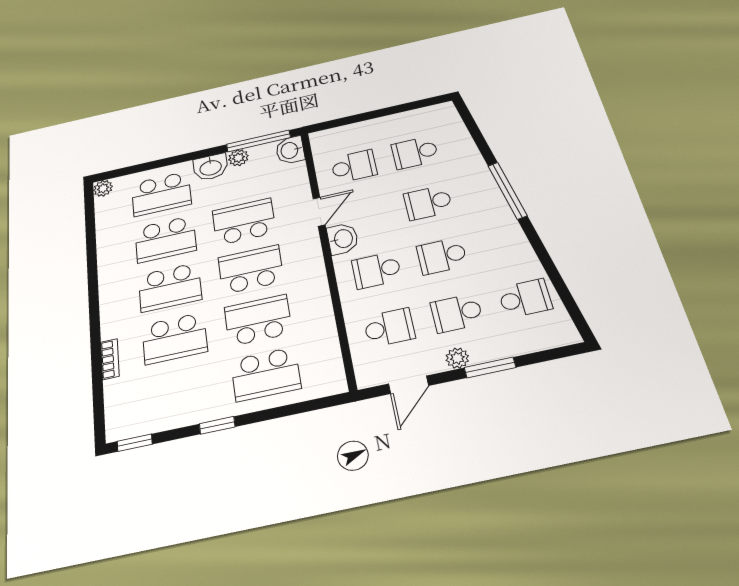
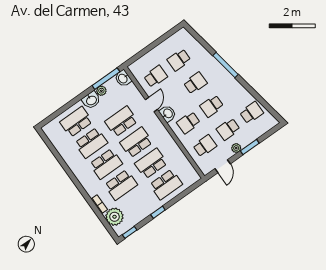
plant: (103, 188) -> (114, 217), moved, width x1.88, depth x1.88
school desk: (161, 194) -> (76, 122), turned 180
school desk: (428, 203) -> (195, 83), turned 180

